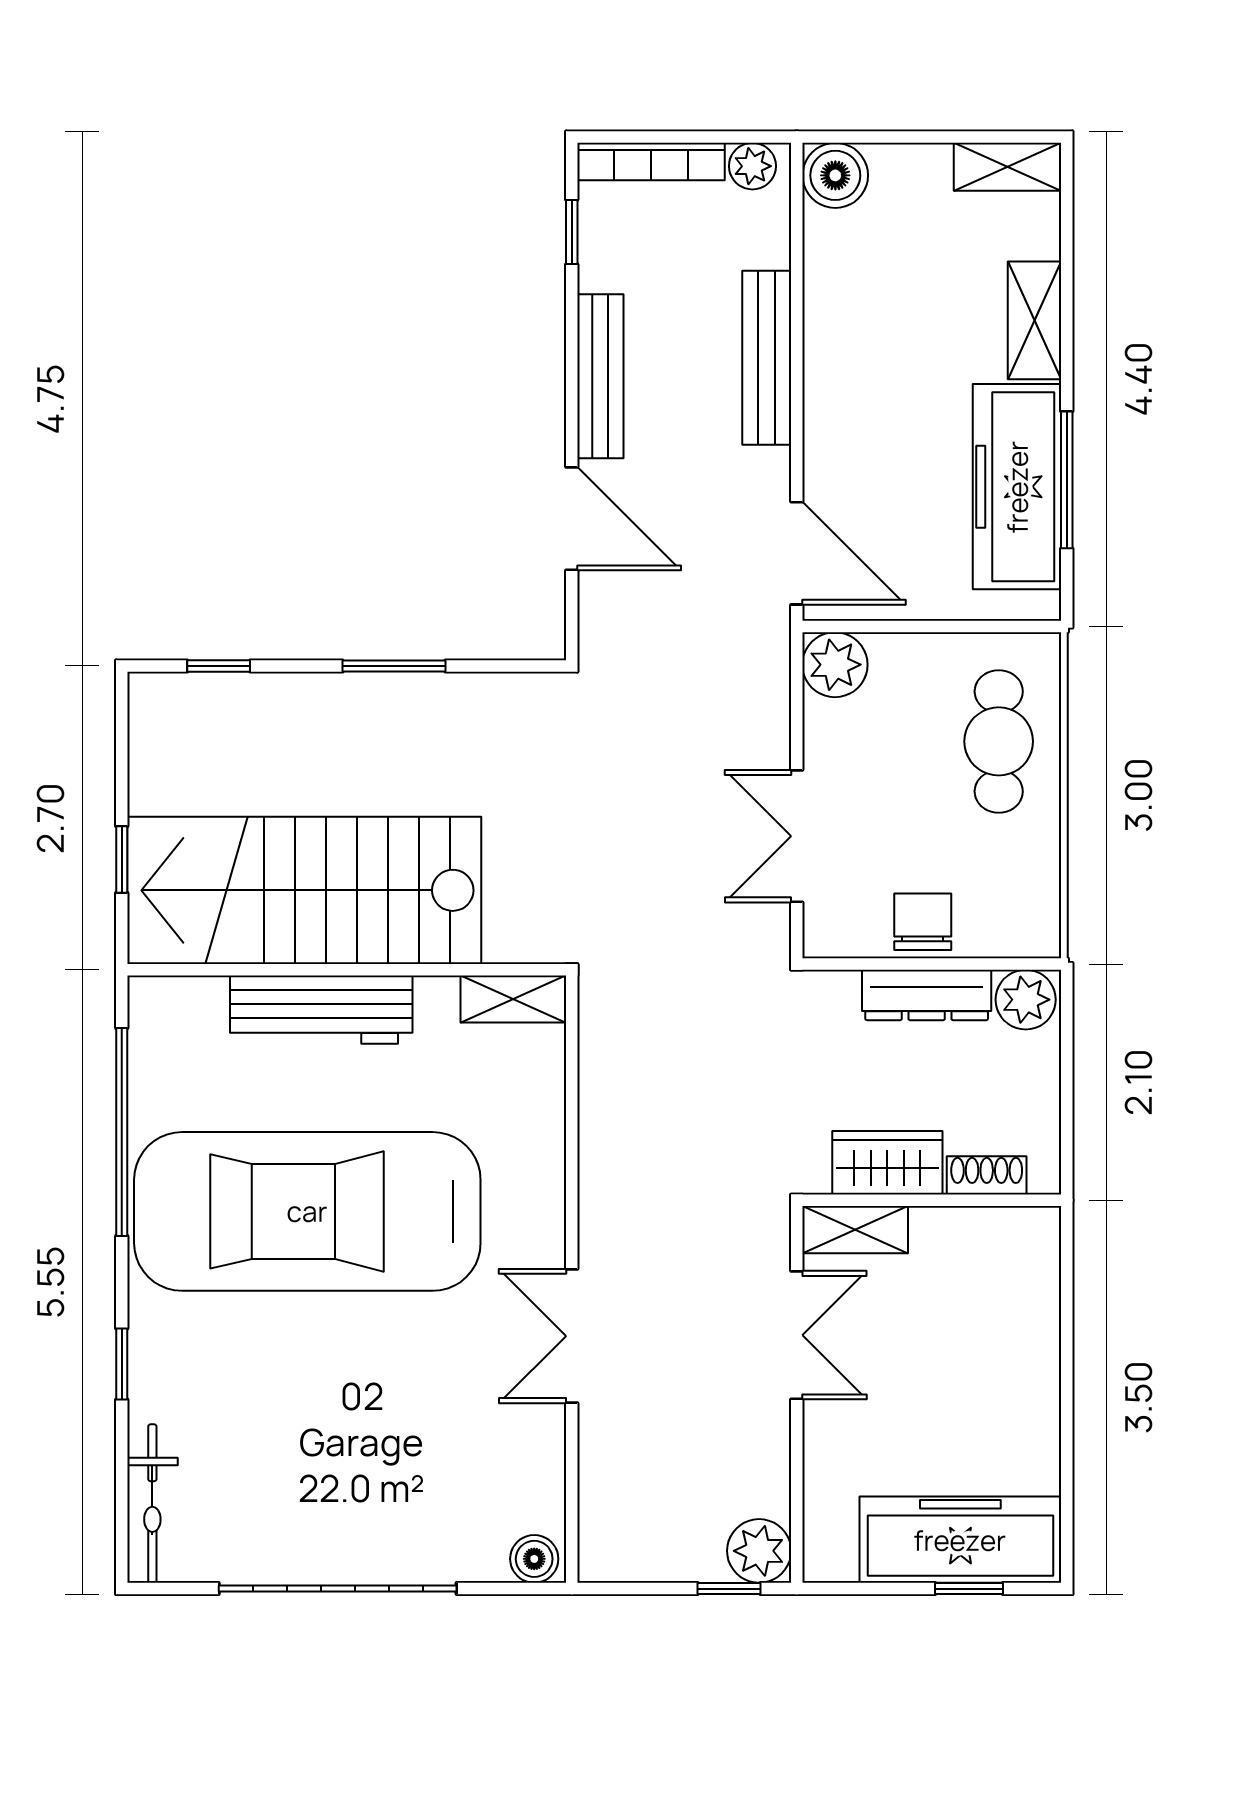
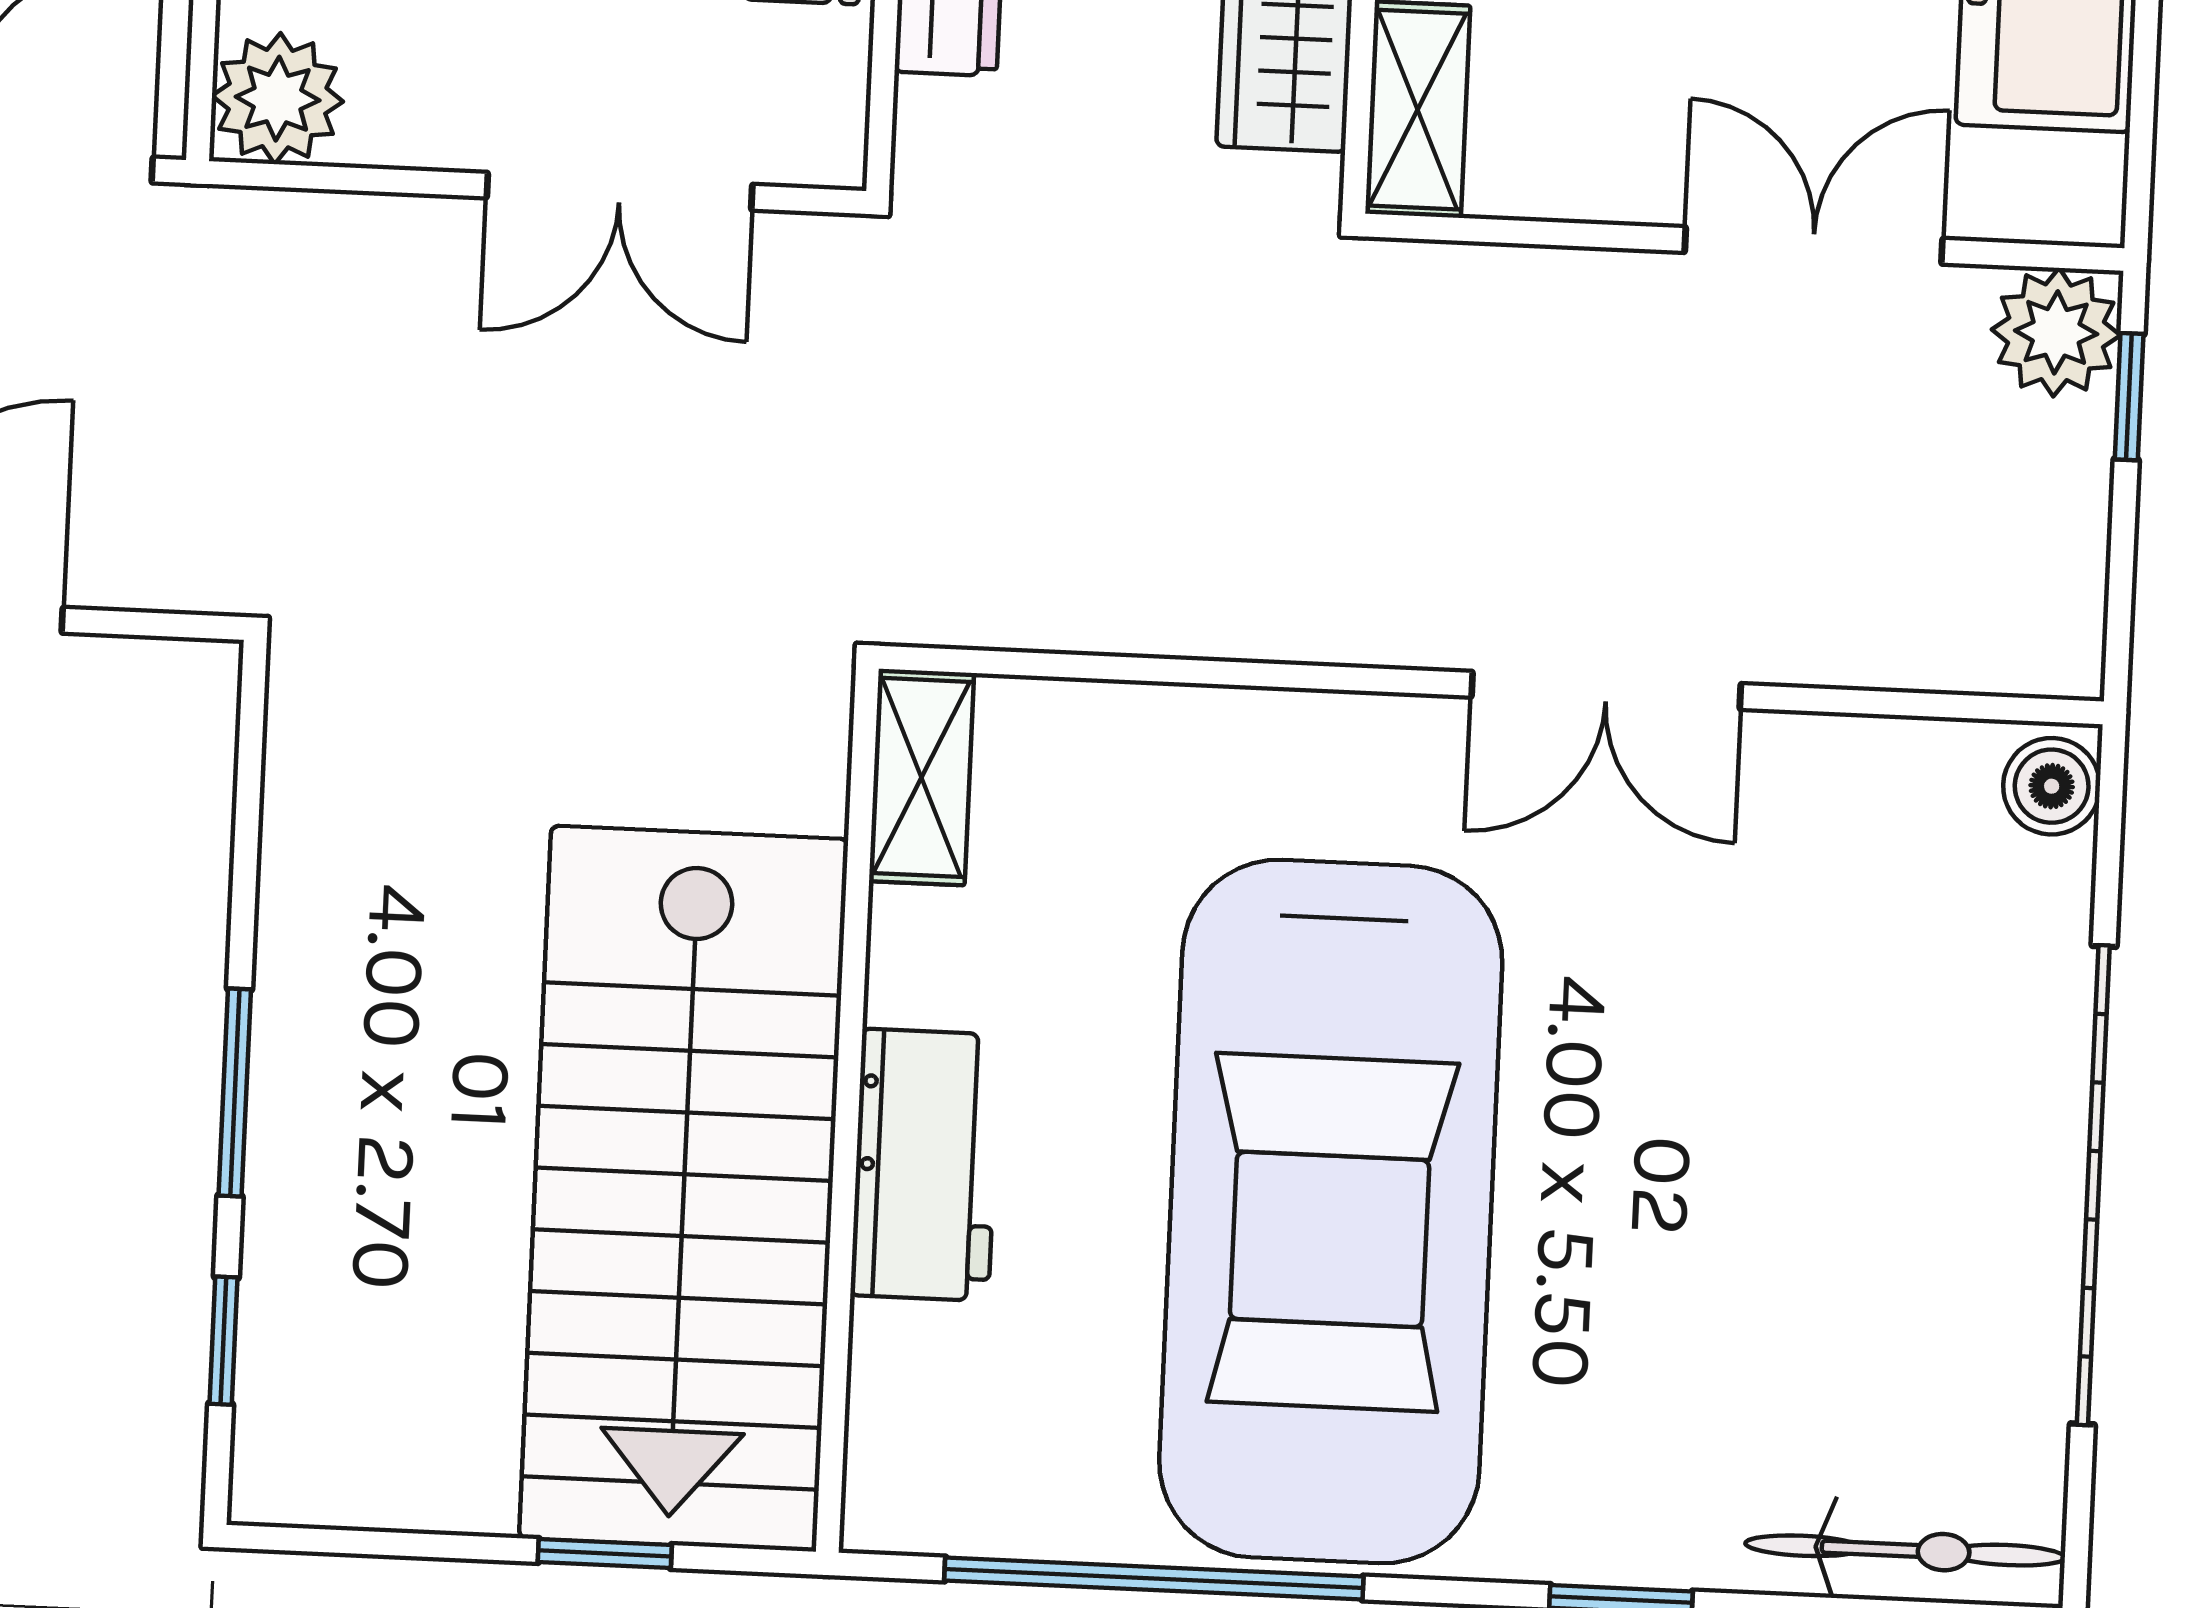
window: (394, 666) -> (235, 1092), moved
workbench: (321, 1010) -> (925, 1165), width x0.73
double door: (797, 1335) -> (1814, 245), moved

